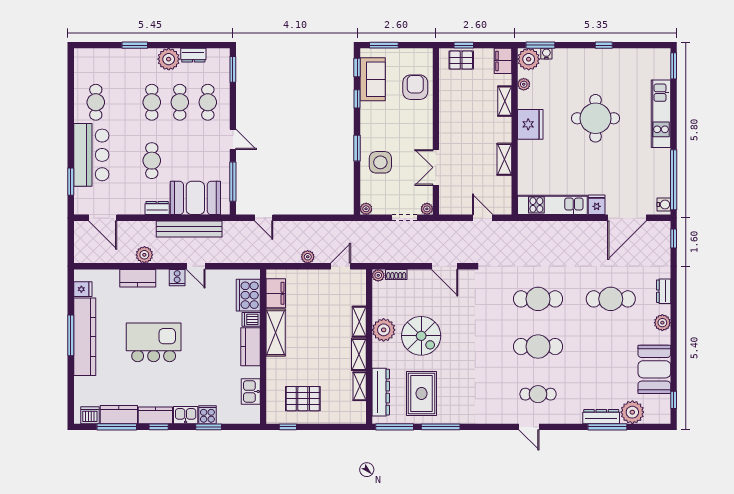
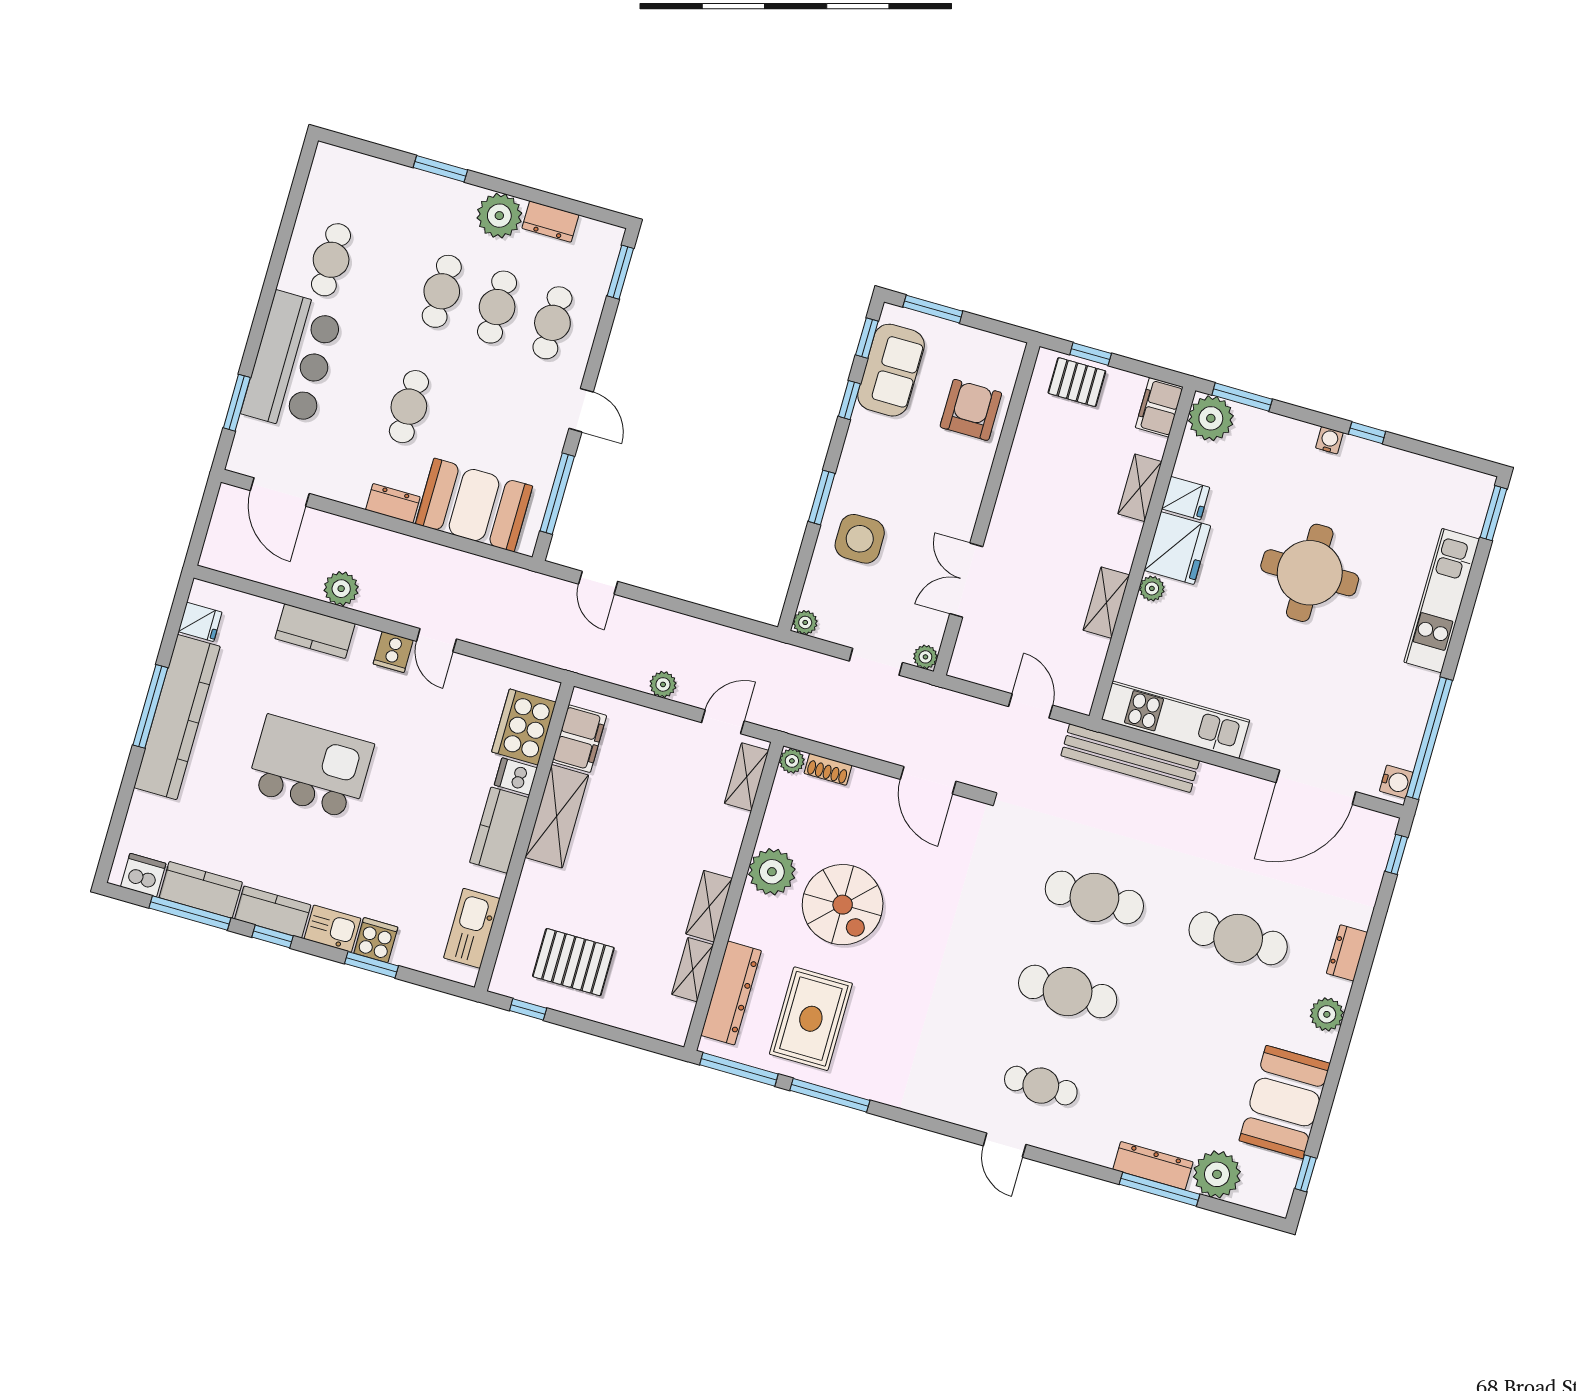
water cooler: (546, 54) -> (1329, 440), moved
plant: (524, 84) -> (1152, 588), moved
fridge: (597, 205) -> (1186, 498), moved, turned 90
bench: (189, 229) -> (1130, 758), moved
shelving: (359, 322) -> (747, 777), moved
kitchen sink: (251, 391) -> (472, 928), width x1.38

